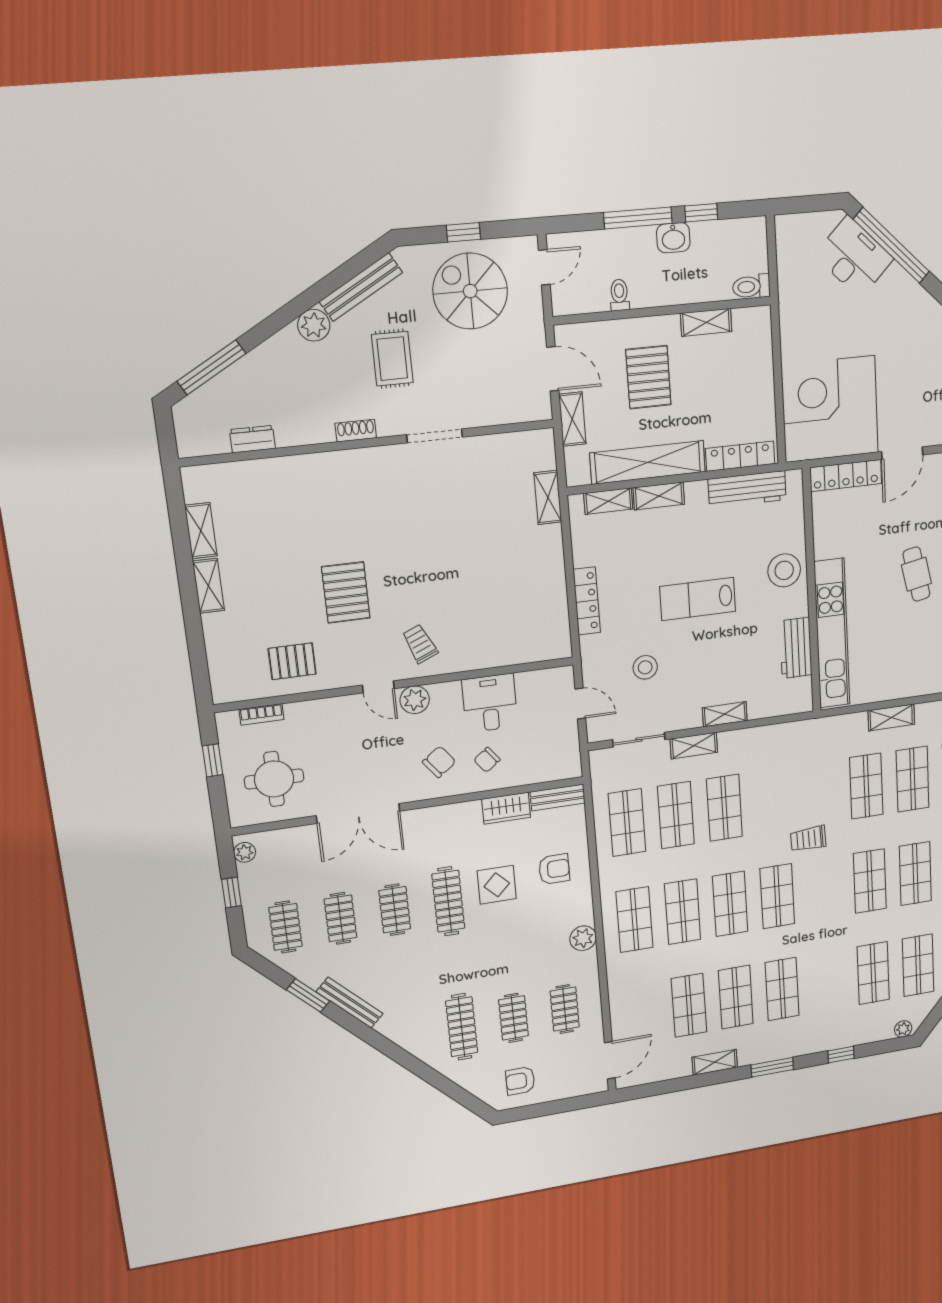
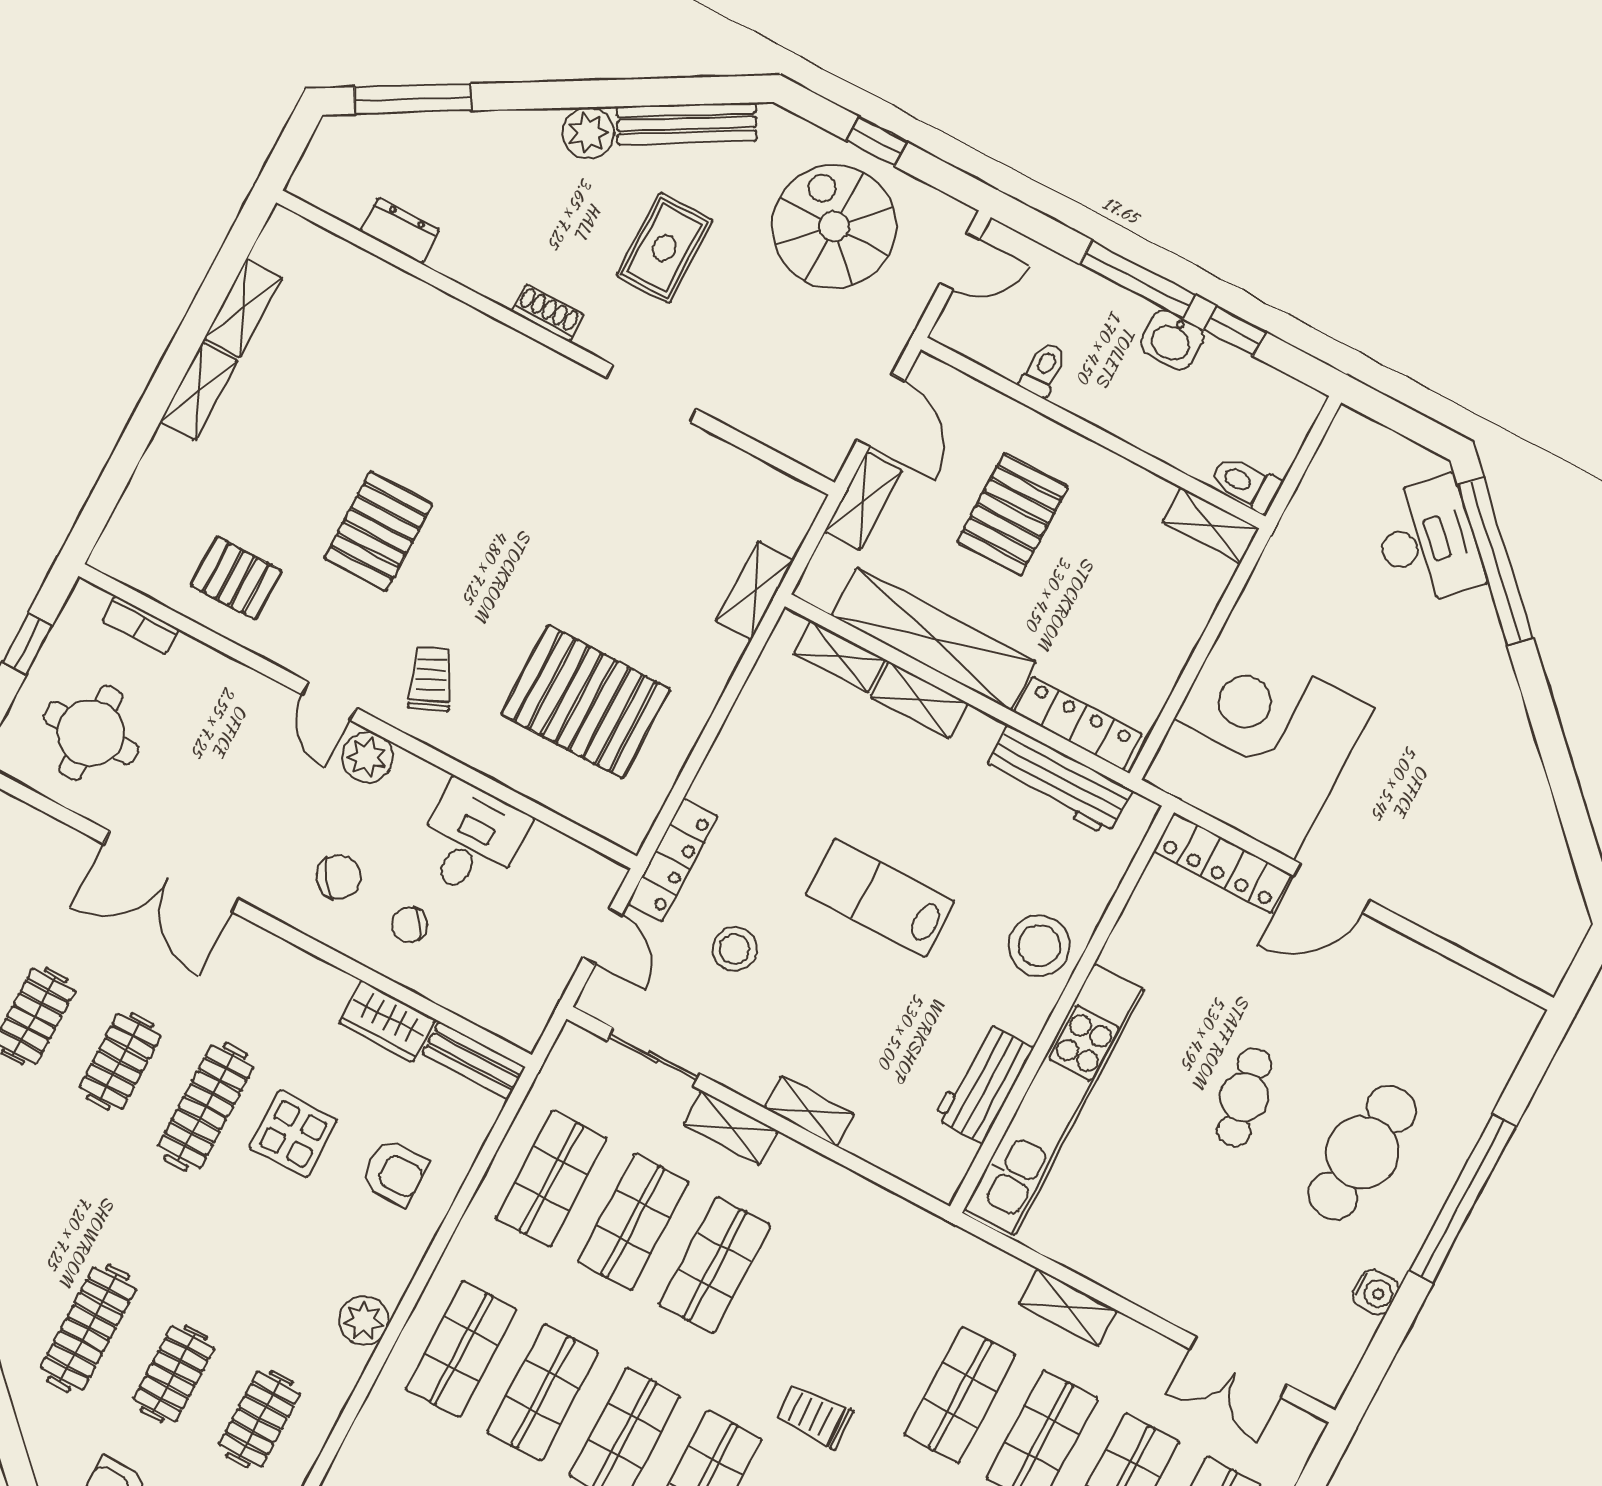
shelving: (706, 322) -> (1211, 525), moved
locker: (587, 601) -> (673, 860), moved
pallet: (501, 604) -> (586, 702), added

